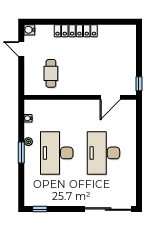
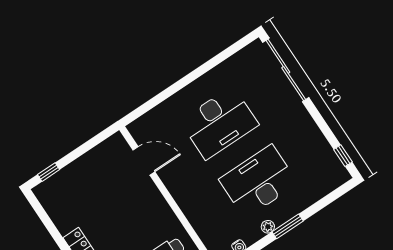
window: (139, 84) -> (49, 172), moved
desk: (57, 153) -> (258, 181), turned 180

